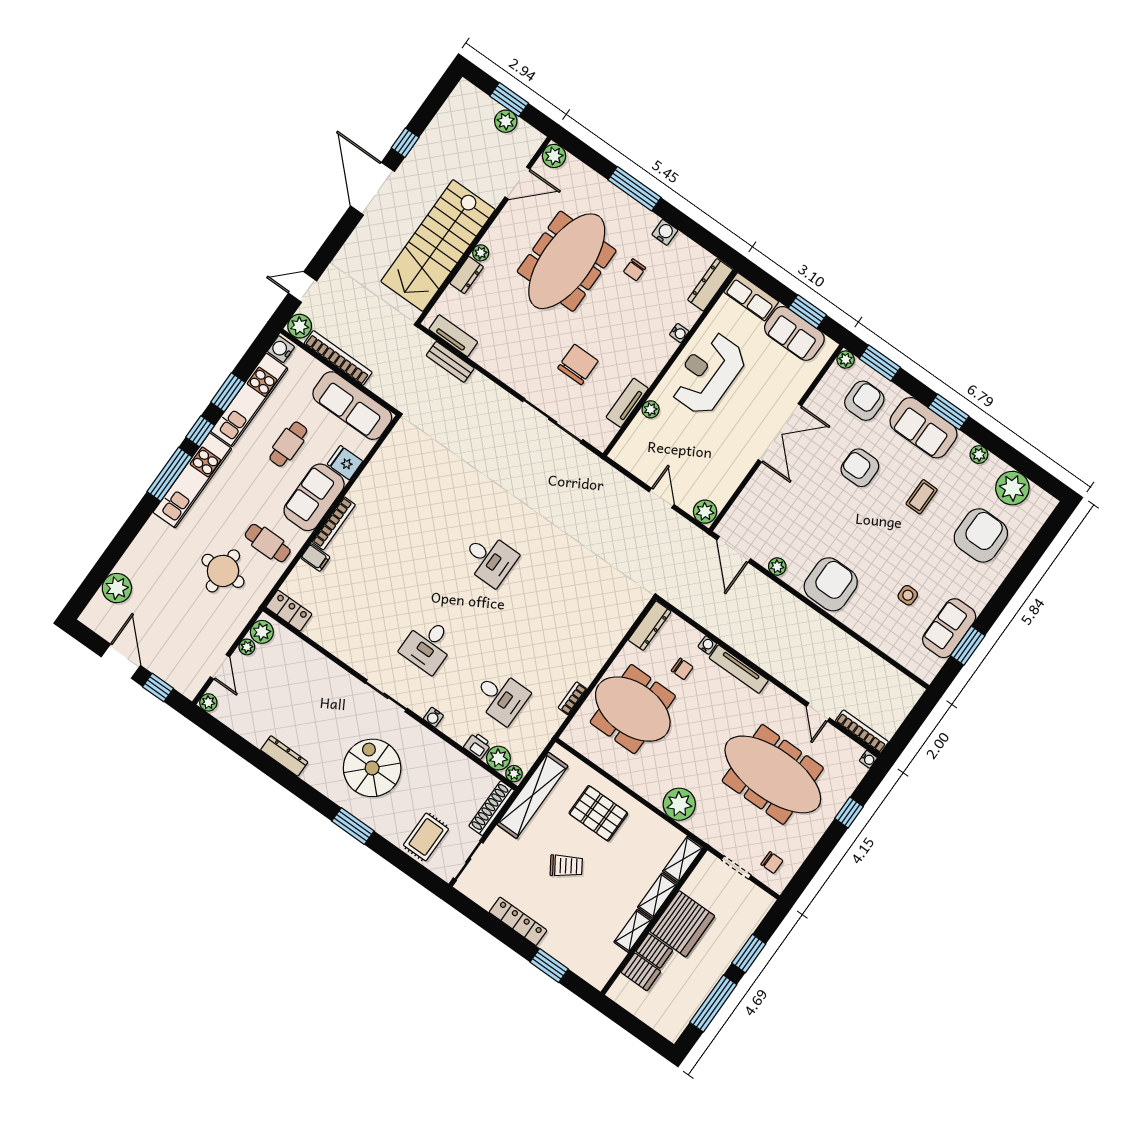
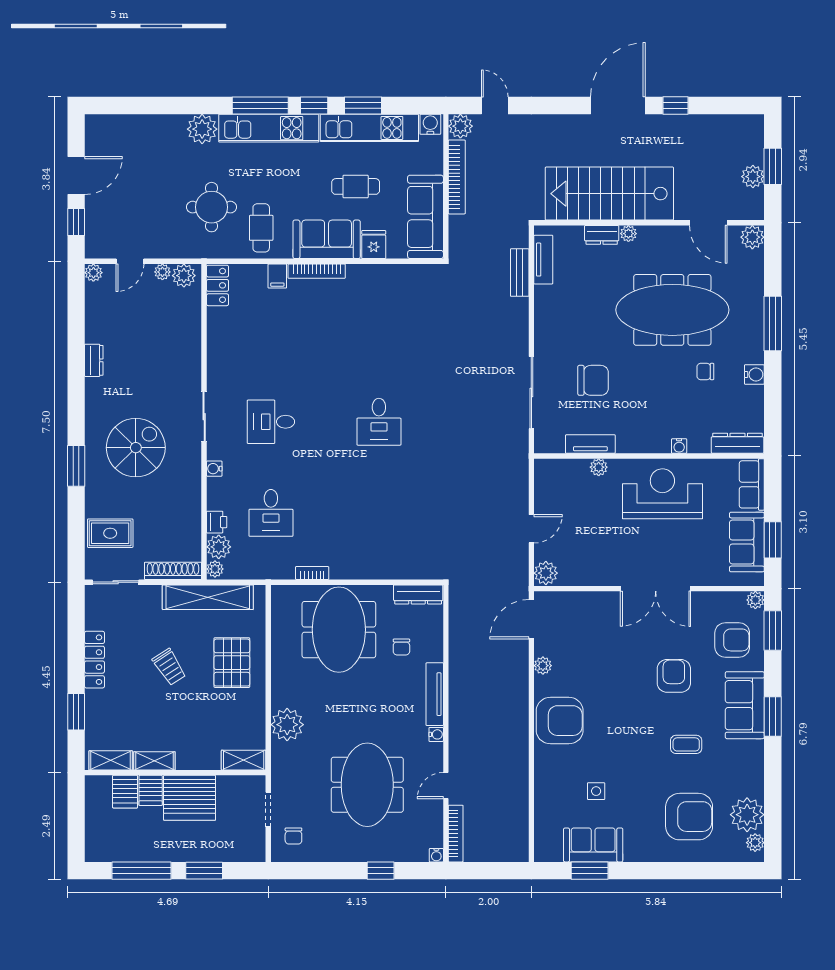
plant: (979, 455) -> (755, 843), moved
plant: (117, 588) -> (202, 129), moved
water cooler: (707, 645) -> (436, 734), moved
dresser: (284, 756) -> (94, 360), width x0.70
meeting table: (773, 774) -> (367, 785), width x0.73
shelving: (657, 896) -> (111, 760), moved

